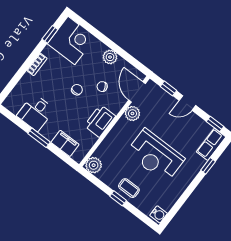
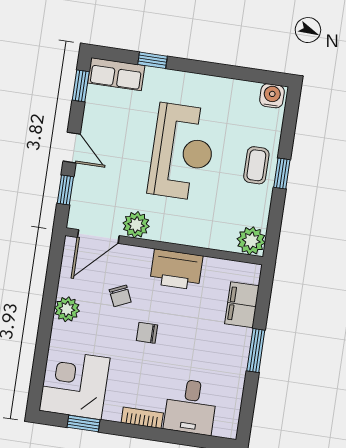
desk: (36, 113) -> (191, 407), moved, turned 90

